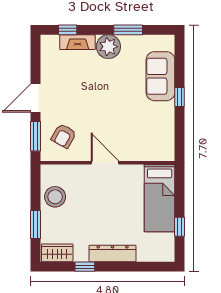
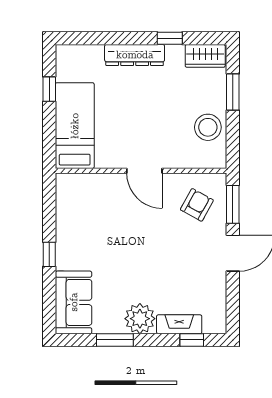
sofa: (160, 76) -> (74, 302), moved

